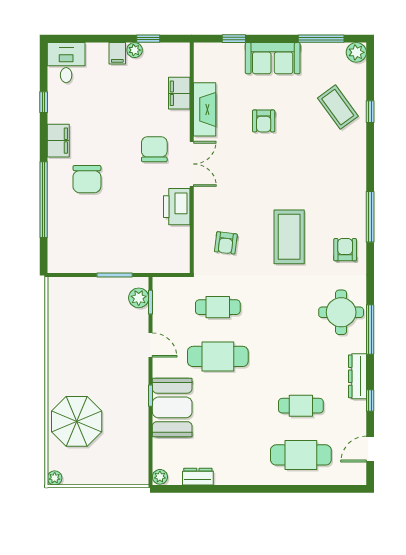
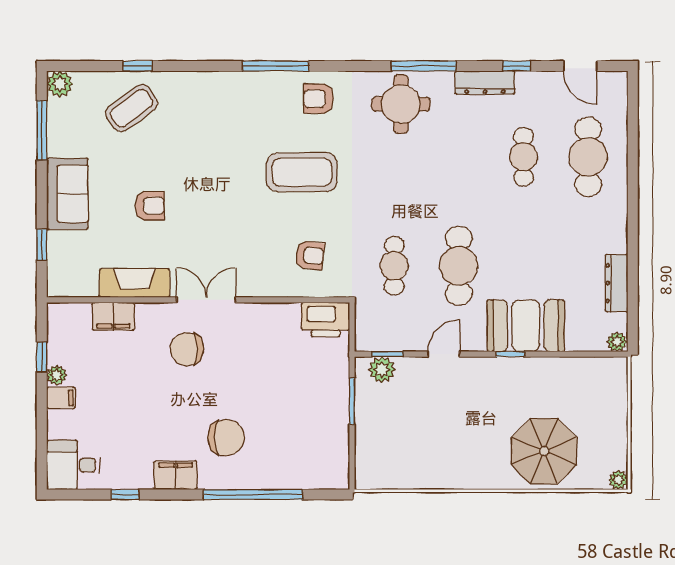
printer: (177, 207) -> (326, 320), moved
dresser: (198, 477) -> (617, 283), width x1.44

